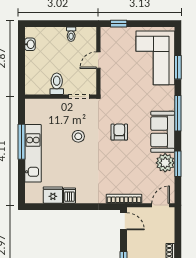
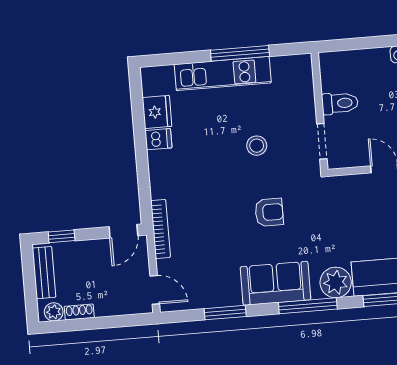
plant: (165, 163) -> (336, 282), moved

